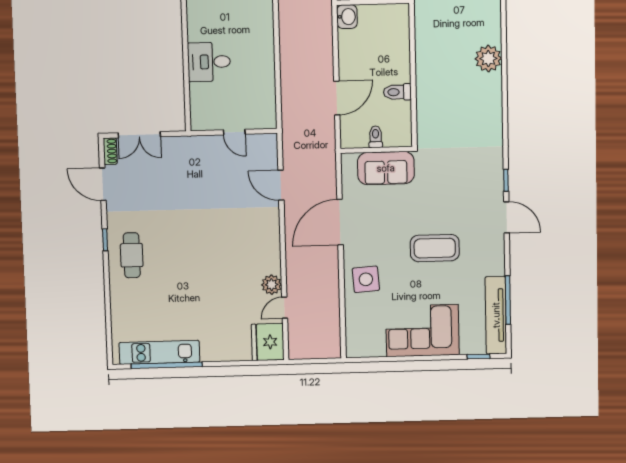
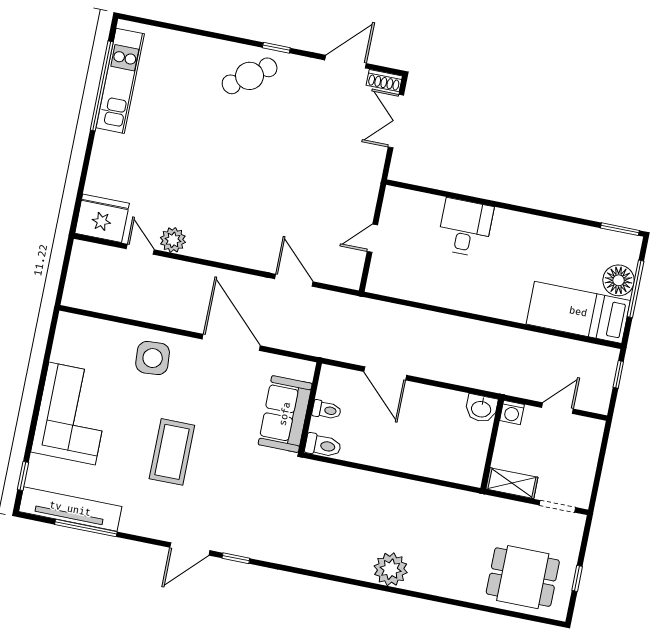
toilet: (397, 92) -> (323, 445), moved, turned 90
door: (281, 185) -> (294, 280), hinge flipped
cafe table: (132, 255) -> (250, 76), turned -36

